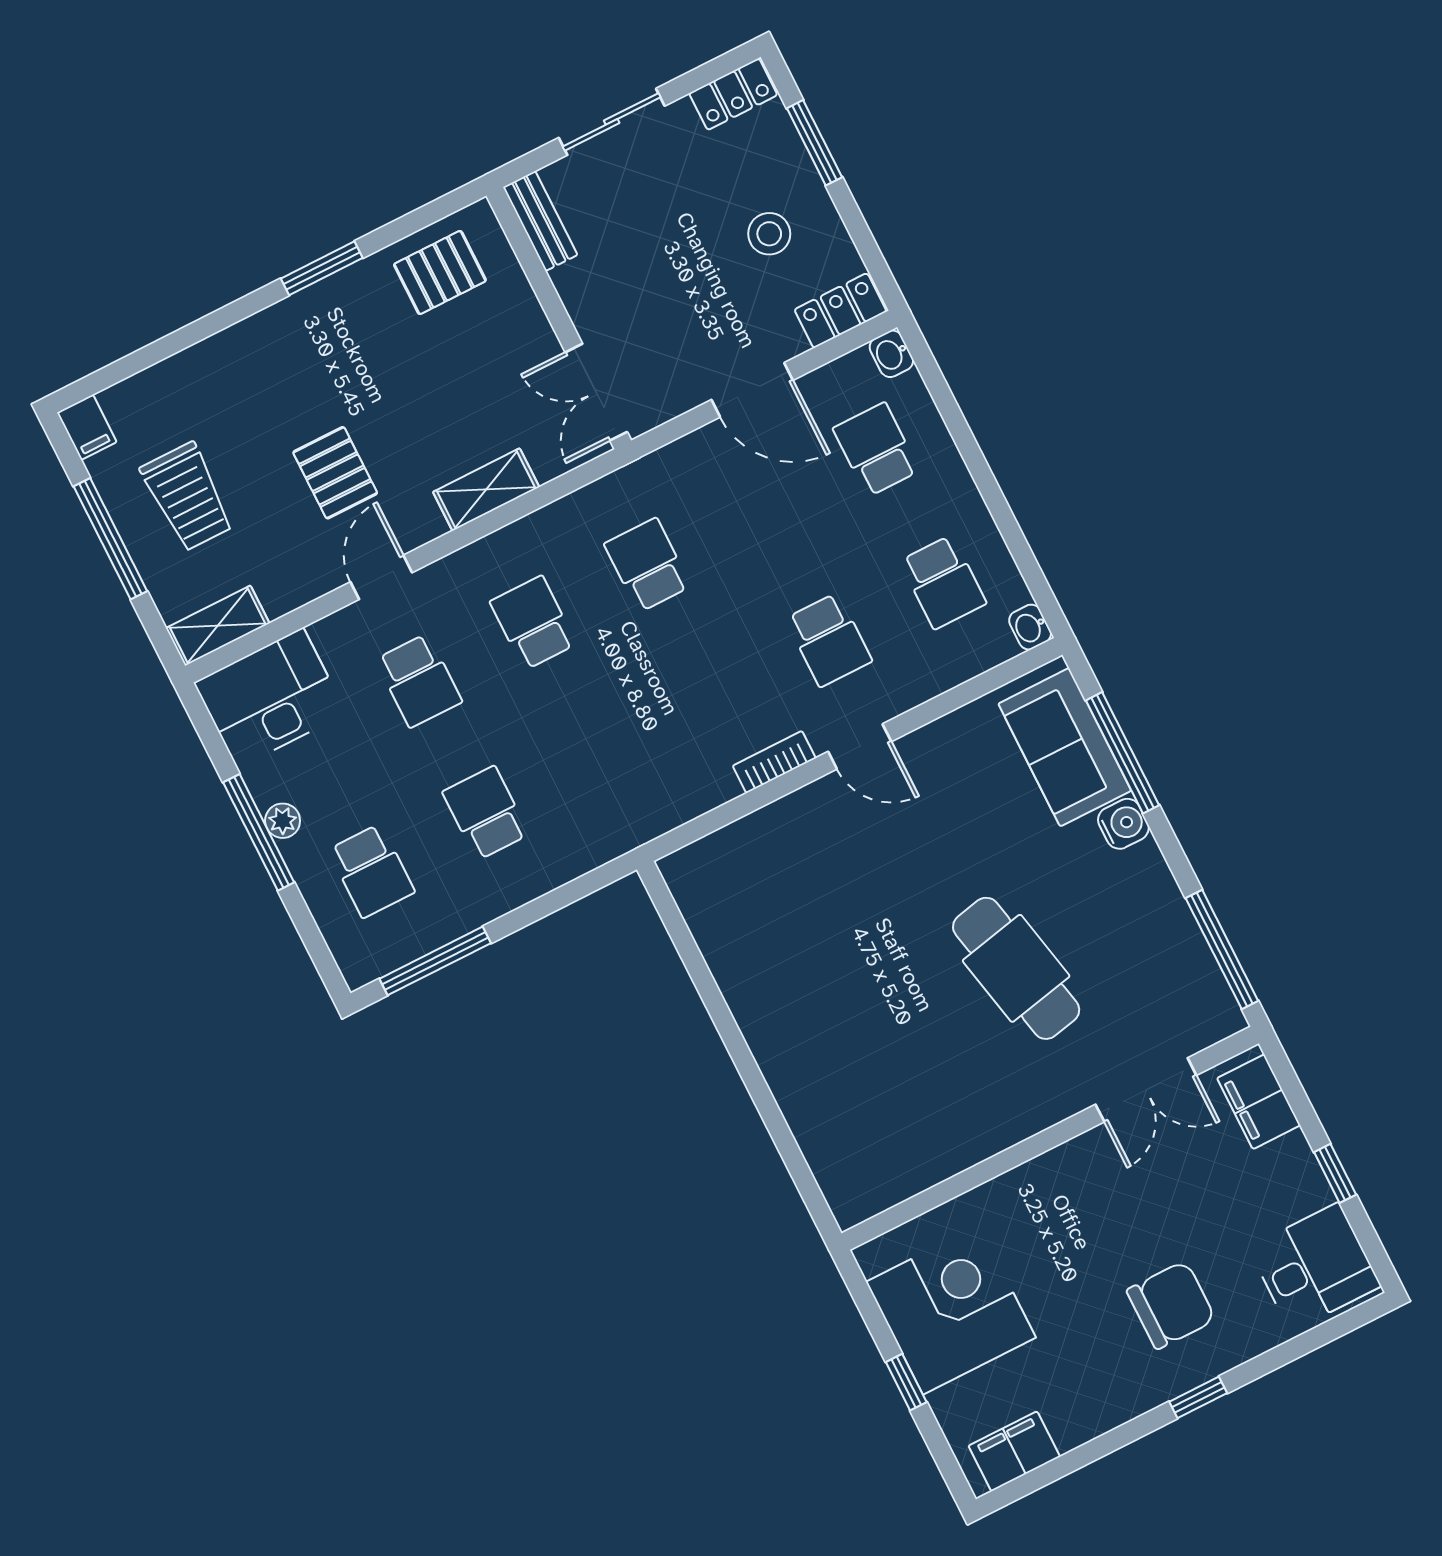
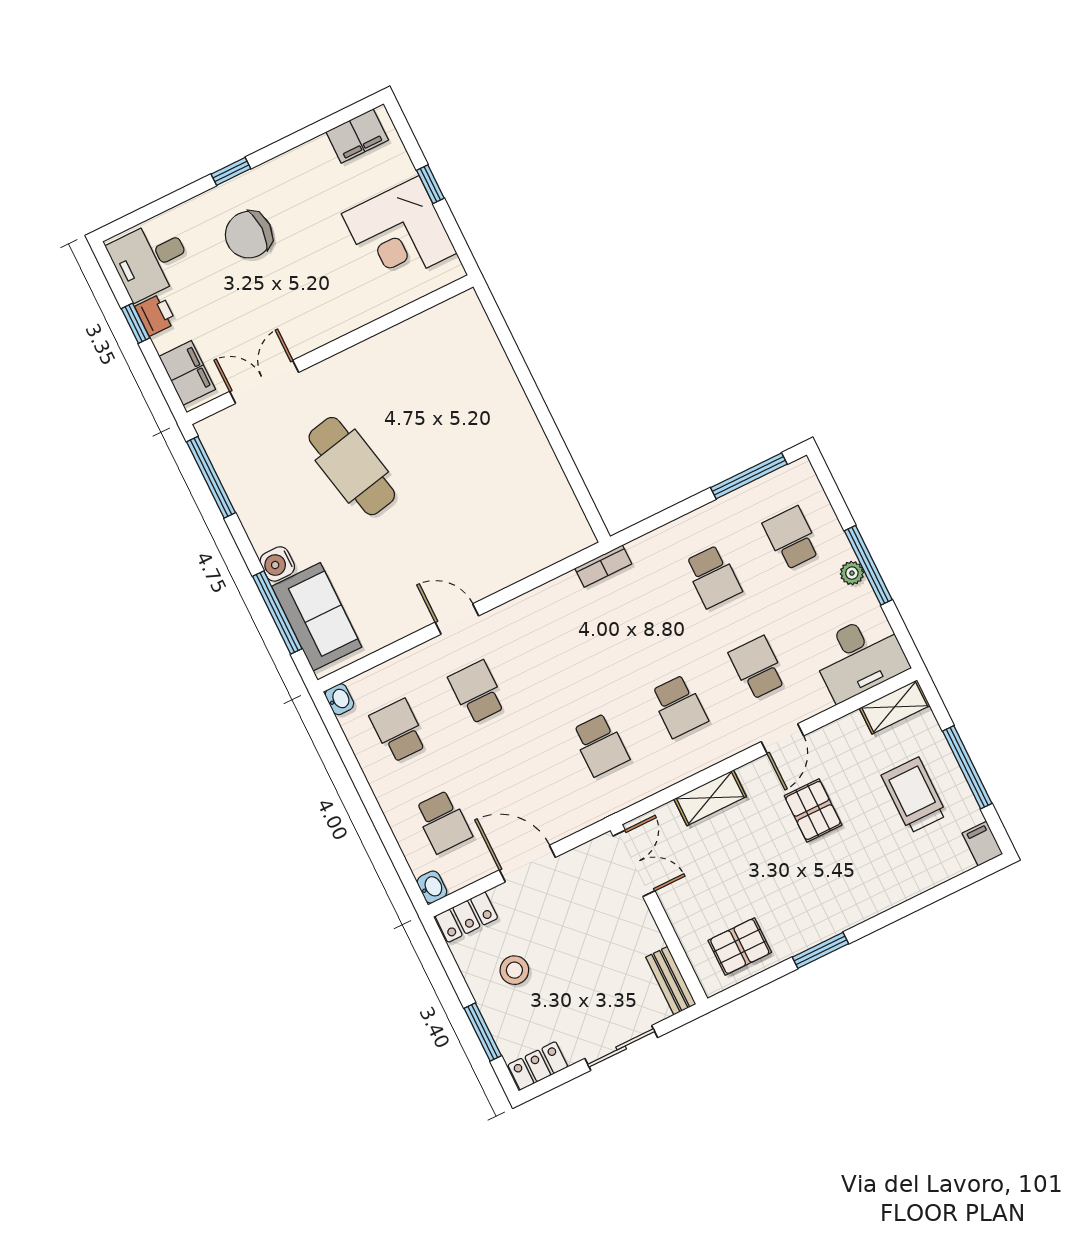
bookcase: (774, 762) -> (603, 566), moved
printer: (1306, 1186) -> (155, 315), added

